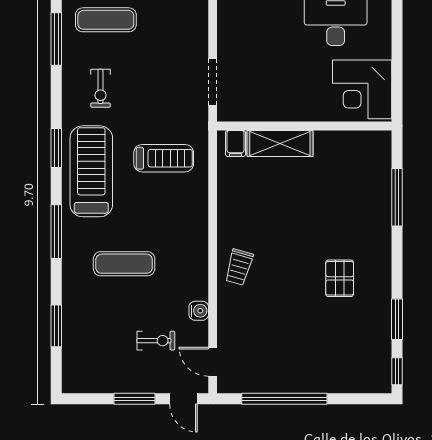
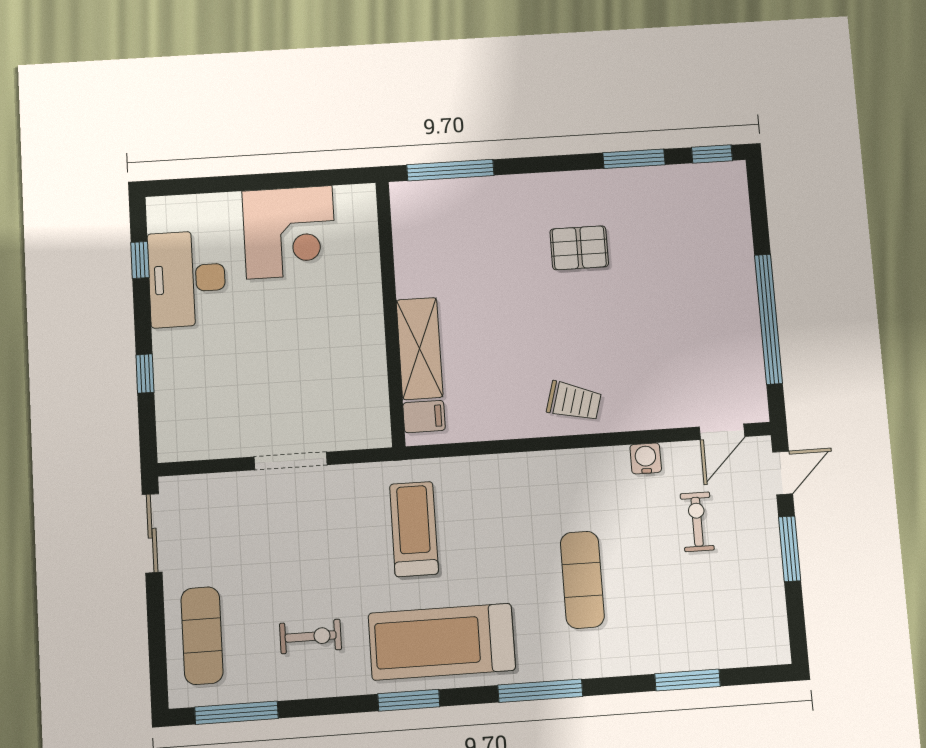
wall: (304, 126) -> (390, 313), moved
filing cabinet: (235, 143) -> (424, 417), moved
shelving: (280, 143) -> (420, 348), moved

